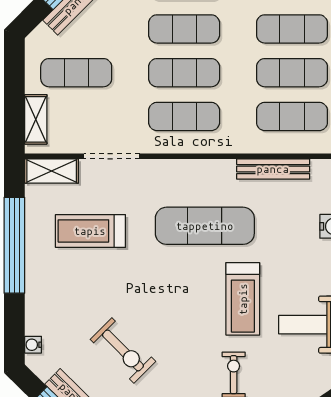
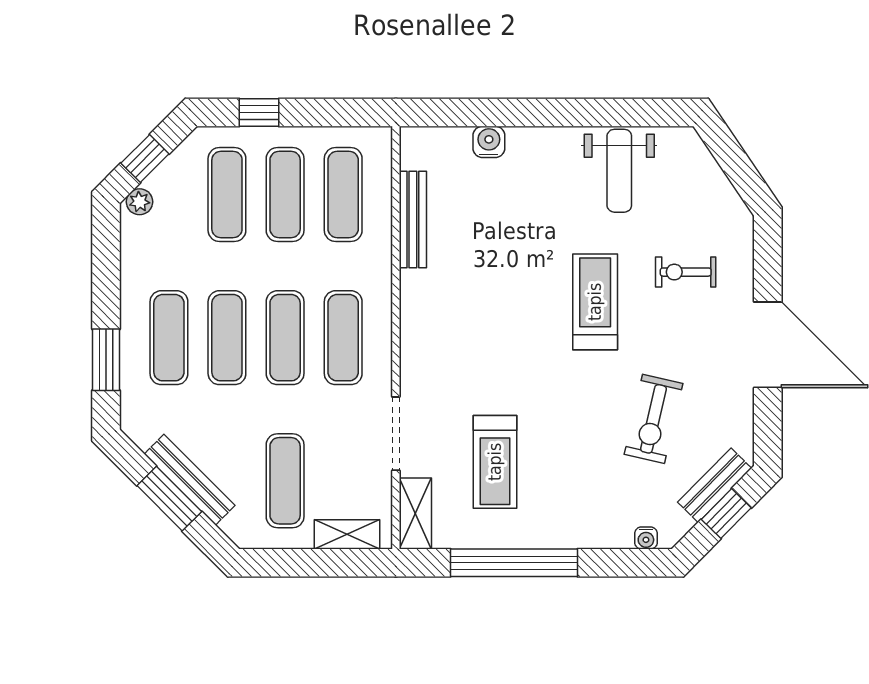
exercise mat: (205, 226) -> (488, 310), removed
treadmill: (243, 299) -> (595, 302), moved, turned -90
exercise bike: (123, 350) -> (653, 419), turned 148

